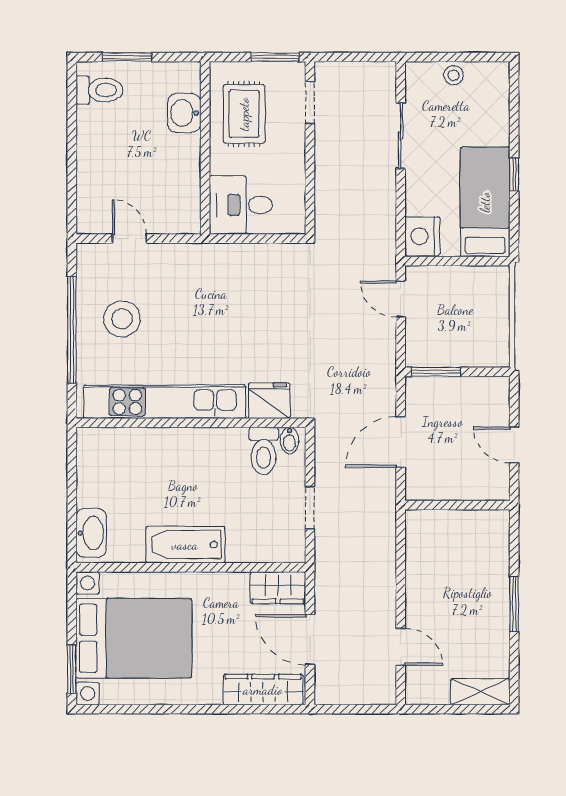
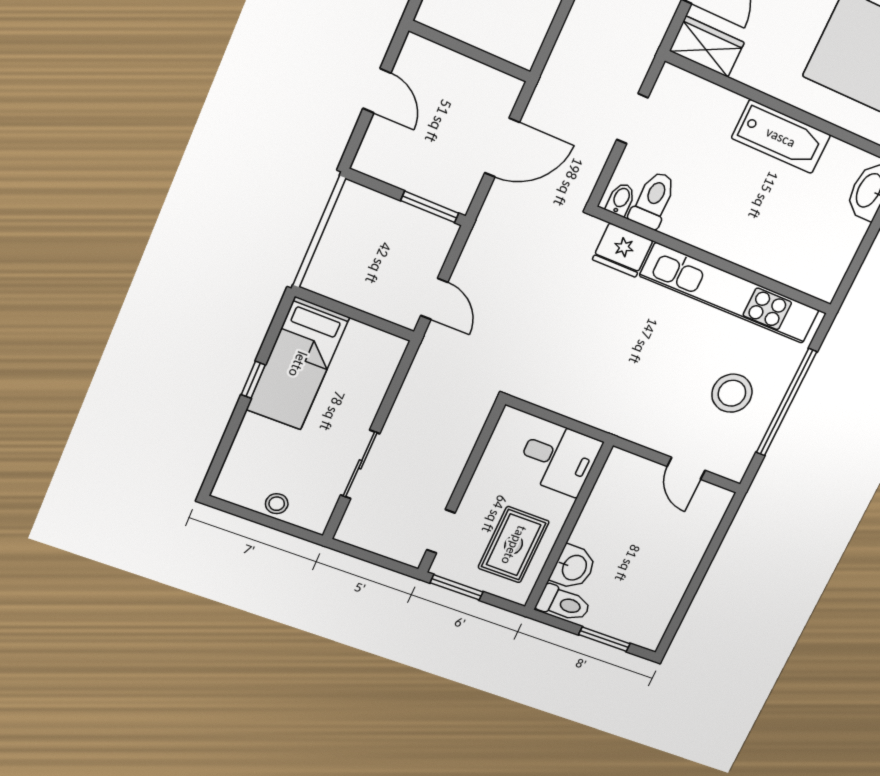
toilet: (99, 90) -> (564, 603), moved, turned 180
nightstand: (422, 236) -> (382, 354), removed

